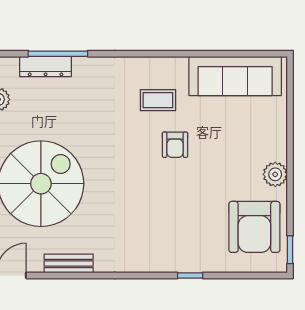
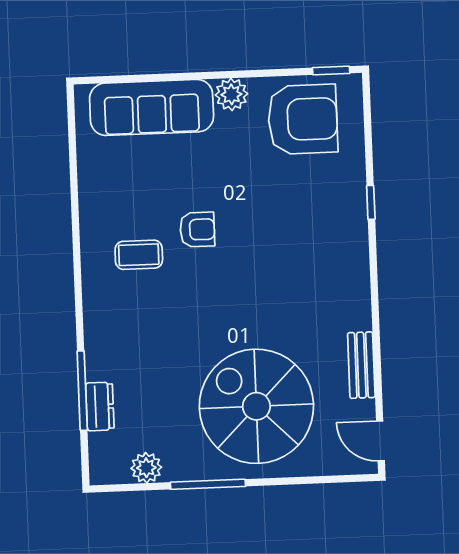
dresser: (46, 66) -> (100, 406), width x0.70
sofa: (235, 76) -> (152, 107), moved, turned 90
coffee table: (158, 100) -> (139, 255), turned 90

